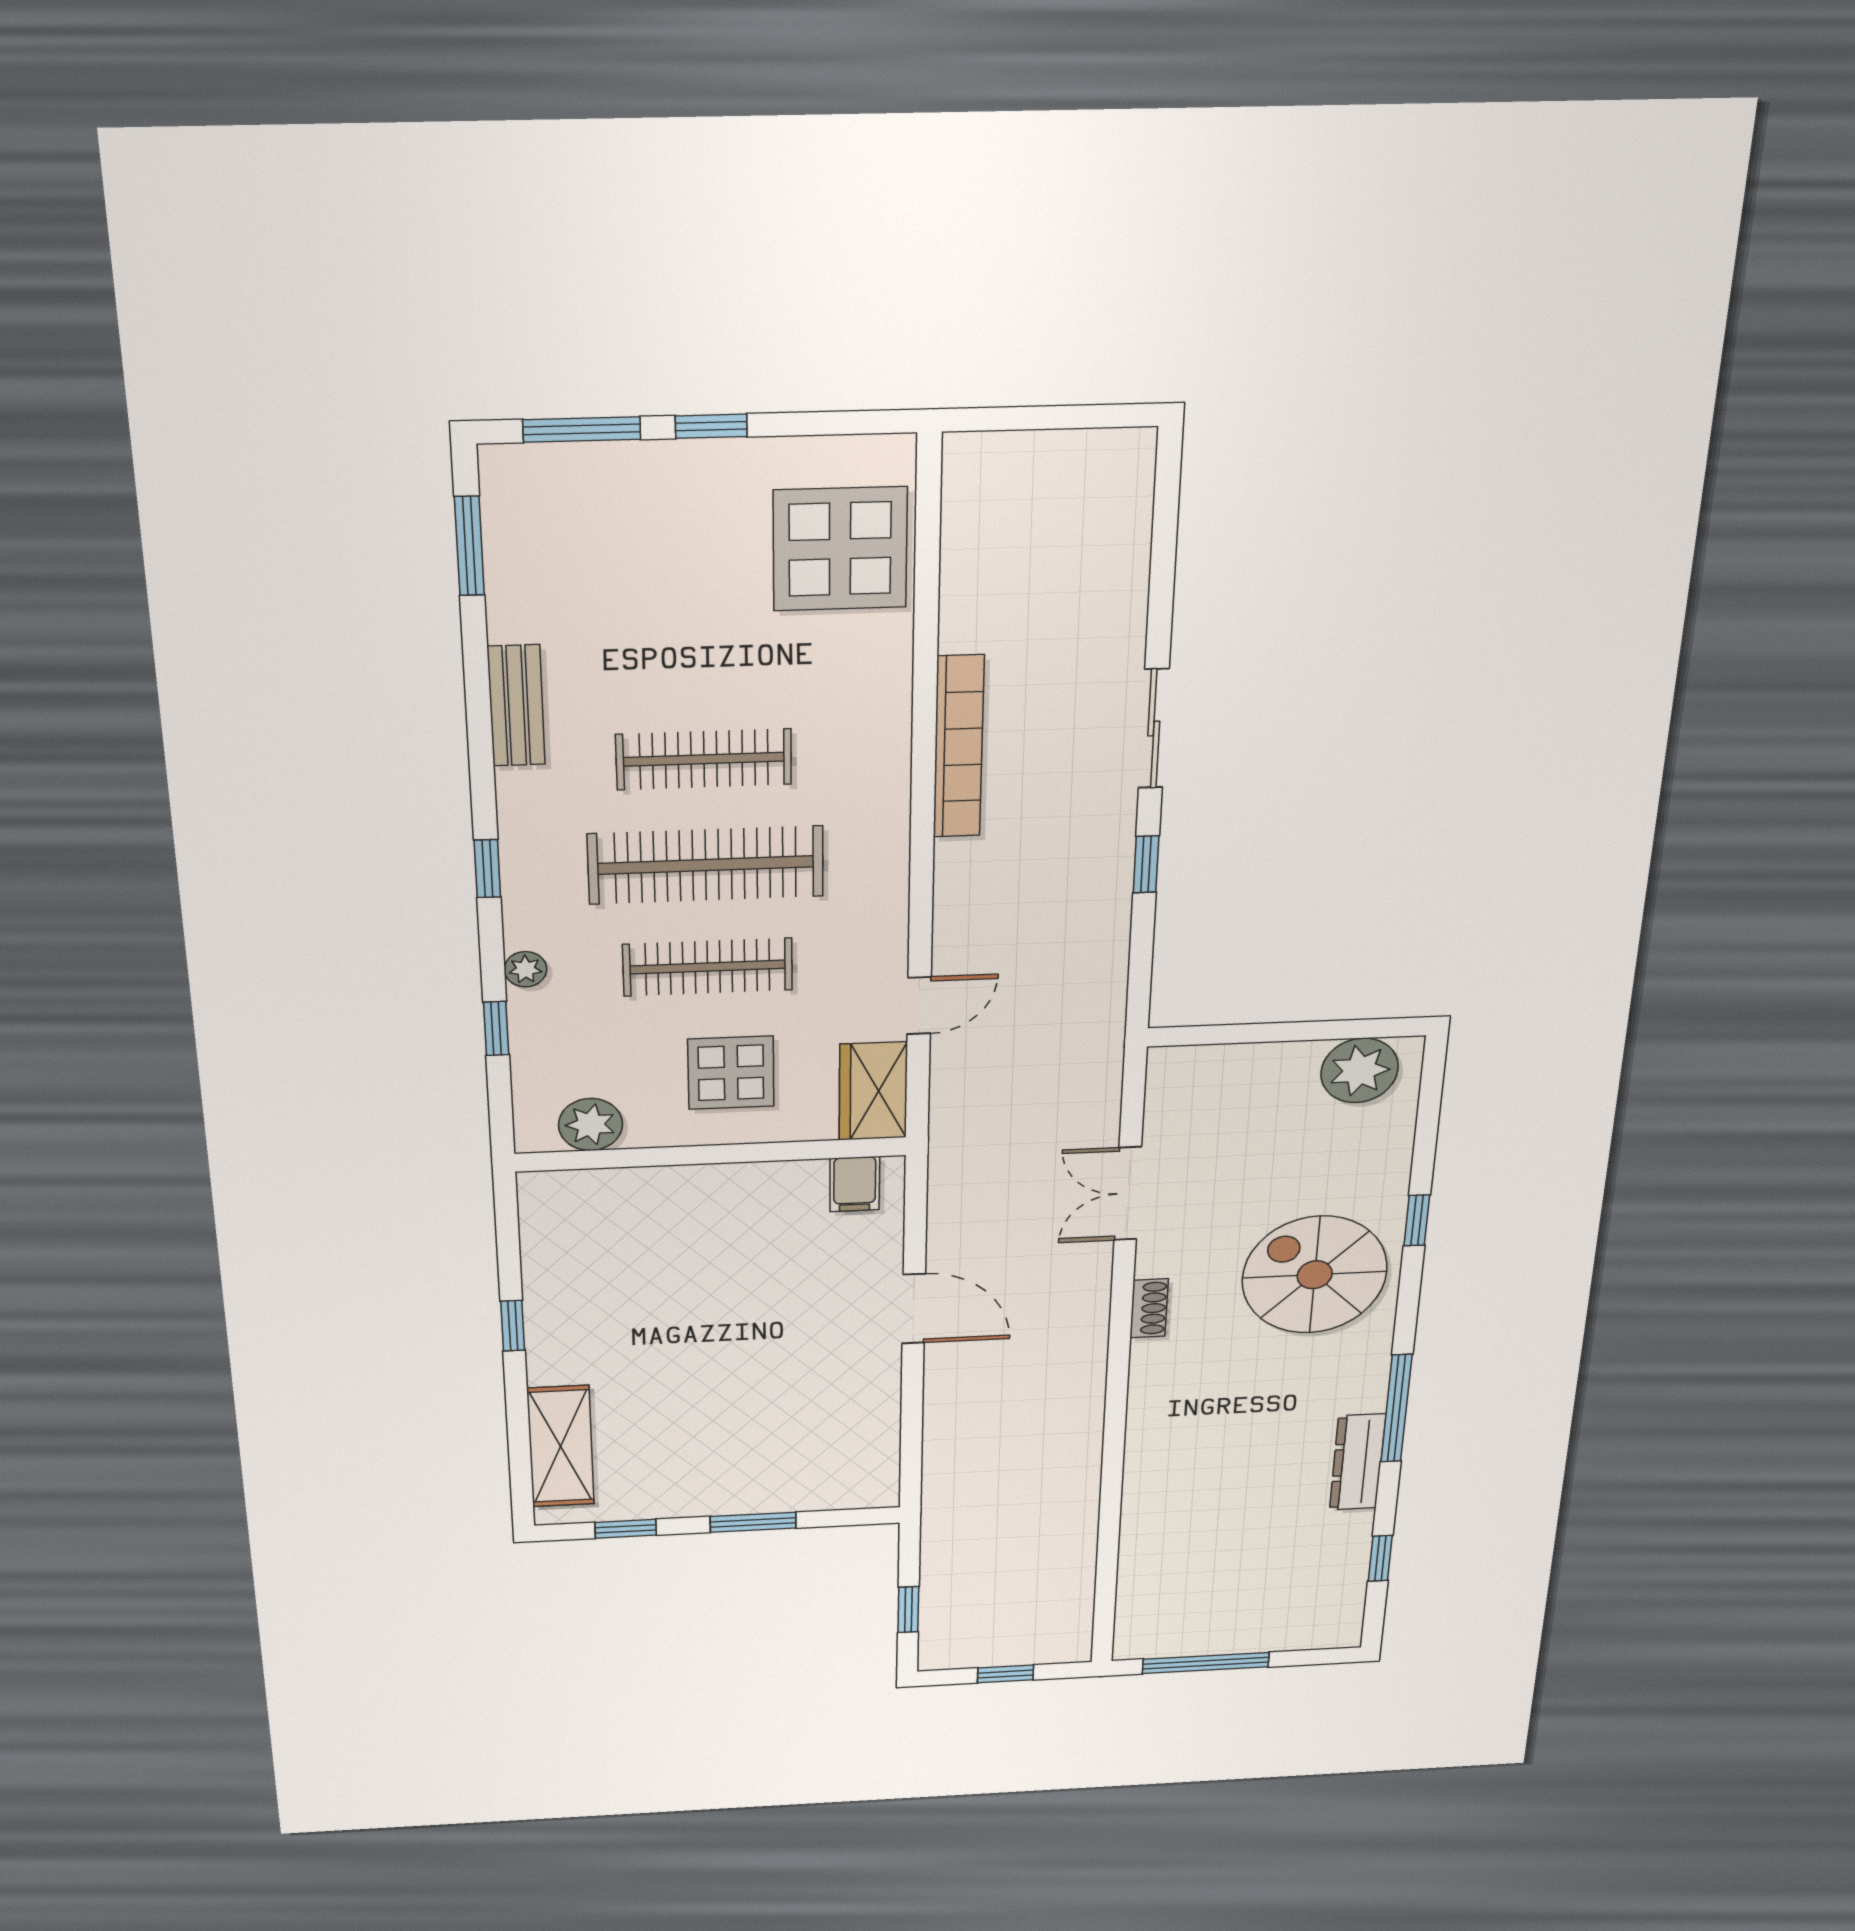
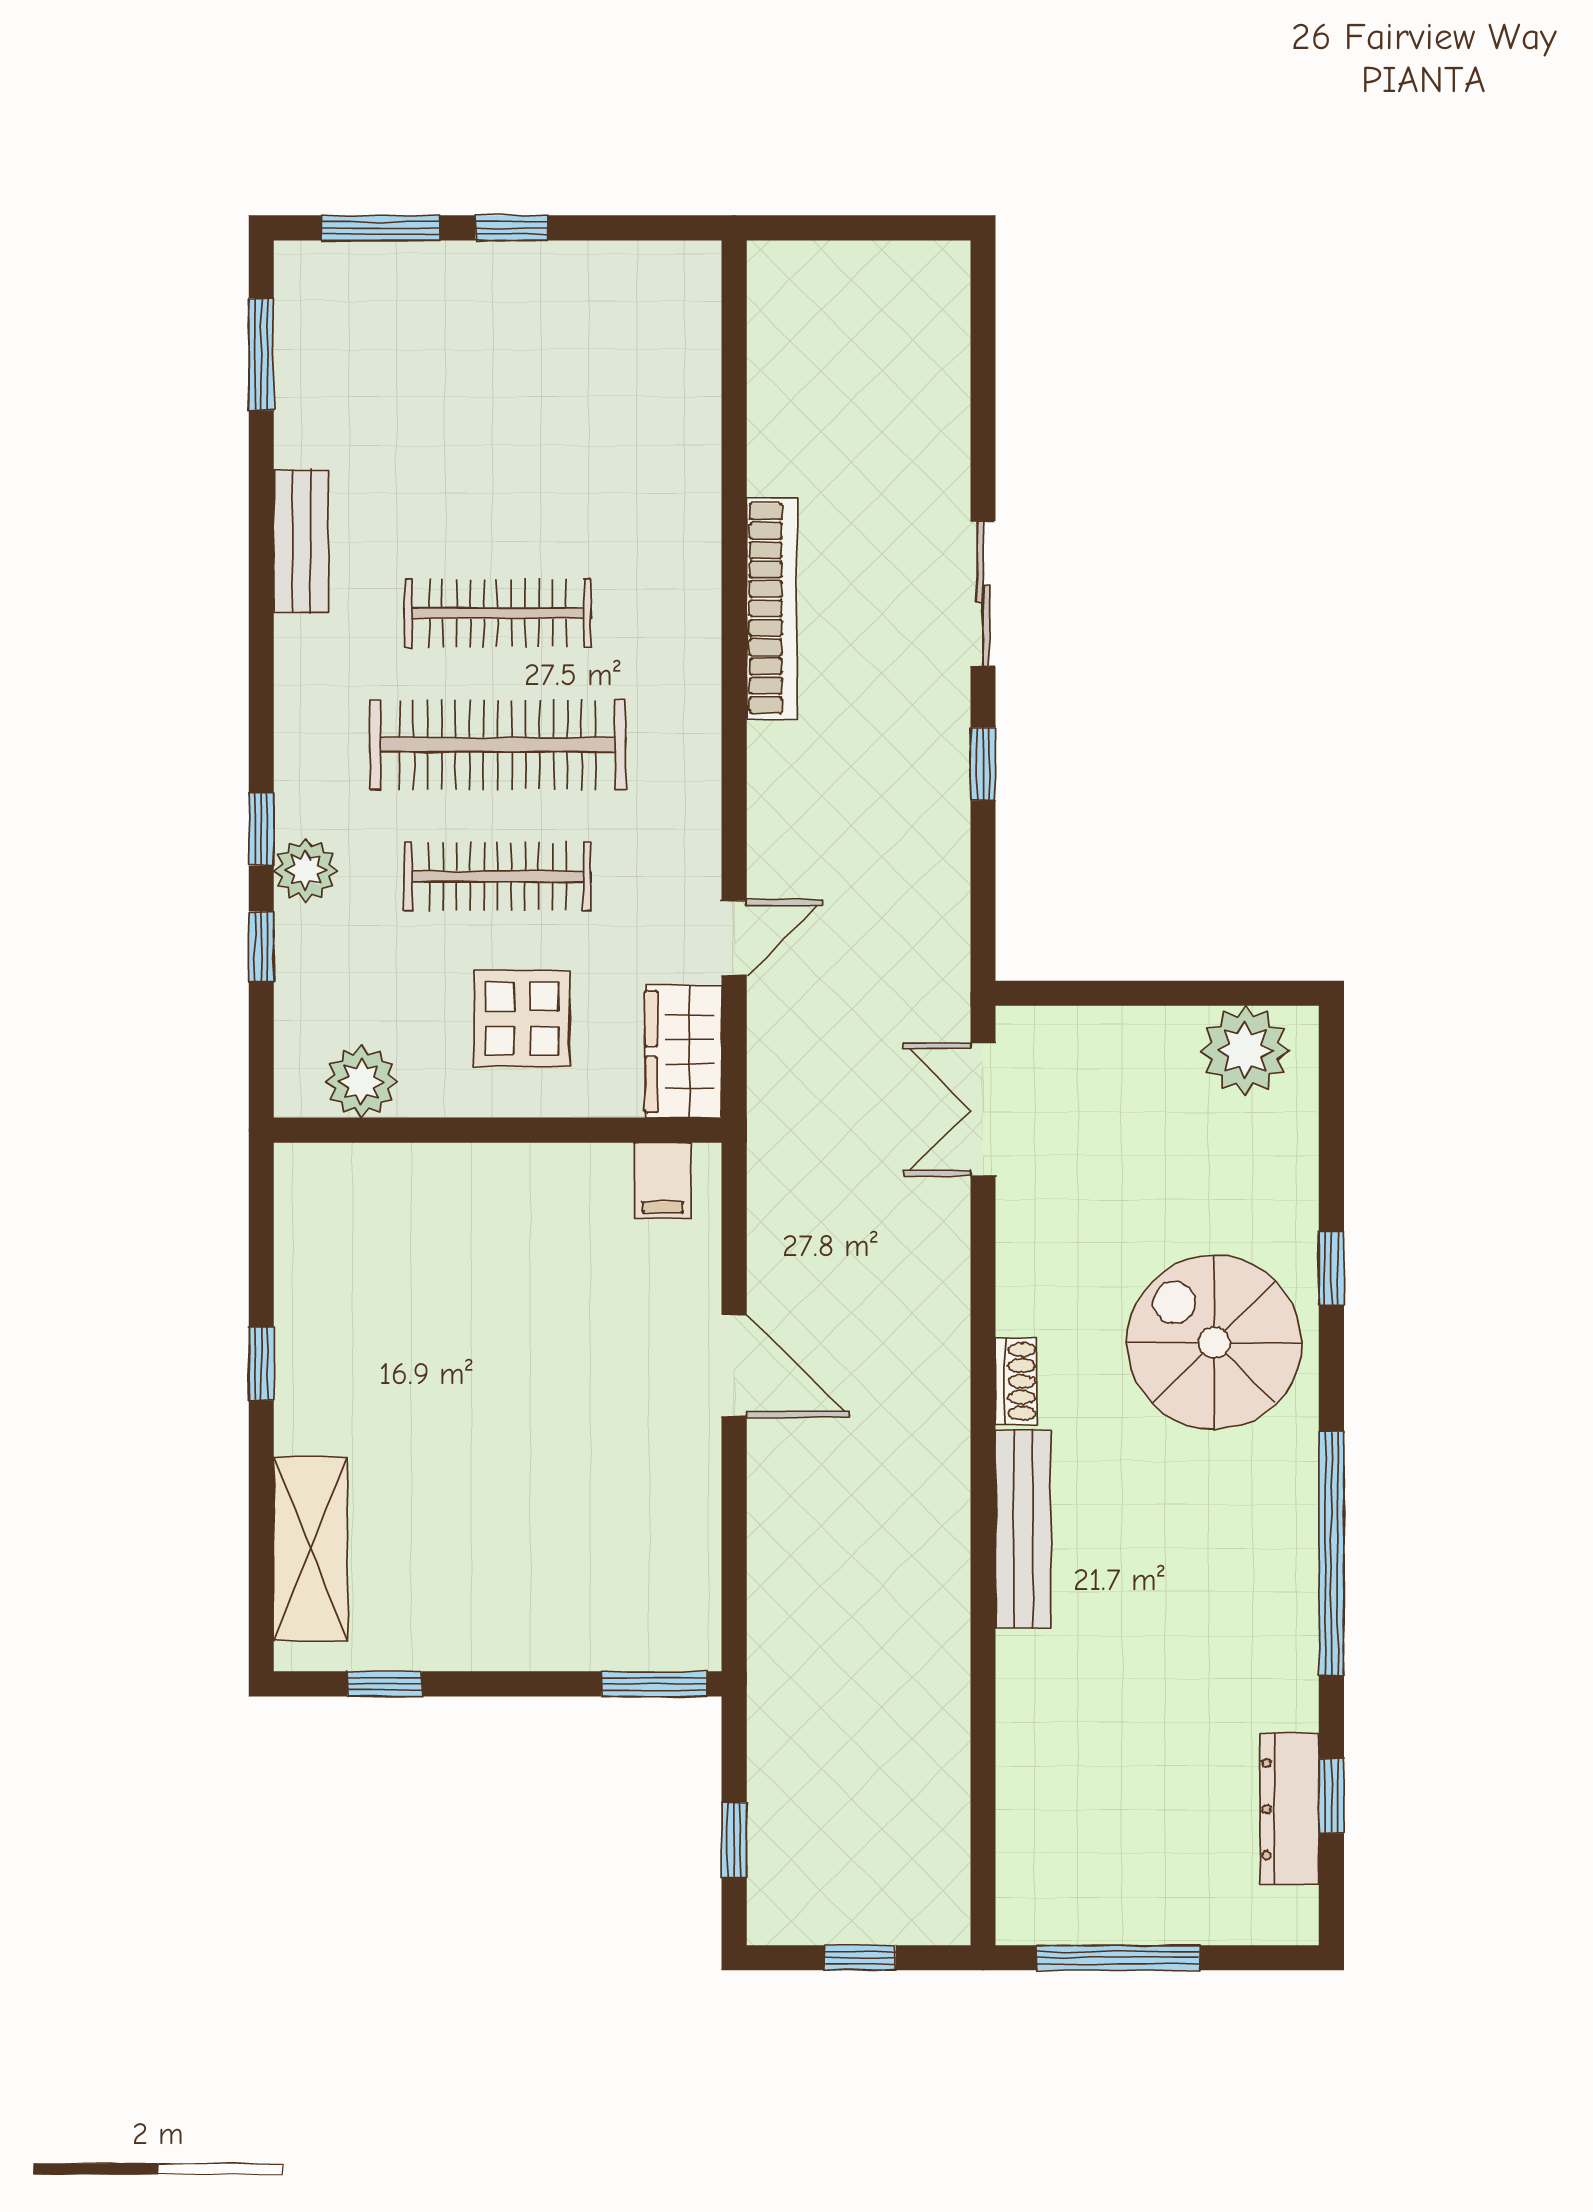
display table: (840, 549) -> (643, 369), removed
window: (487, 869) -> (261, 829), moved
plant: (525, 969) -> (306, 870), width x1.38, depth x1.38
double door: (1128, 1194) -> (983, 1109), moved
bench: (1149, 1405) -> (1023, 1529), added
window: (1397, 1408) -> (1331, 1554), width x1.46
dresser: (1357, 1462) -> (1289, 1809), moved
window: (753, 1522) -> (654, 1684), moved

